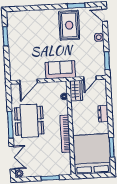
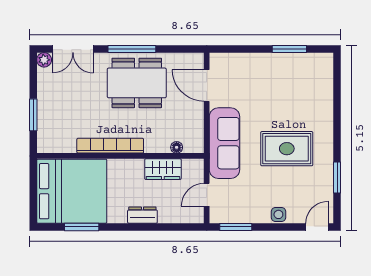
rug: (69, 25) -> (287, 149), moved
sofa: (60, 70) -> (224, 143), width x1.36
door: (90, 78) -> (207, 195), hinge flipped
wardrobe: (76, 91) -> (163, 169), moved

